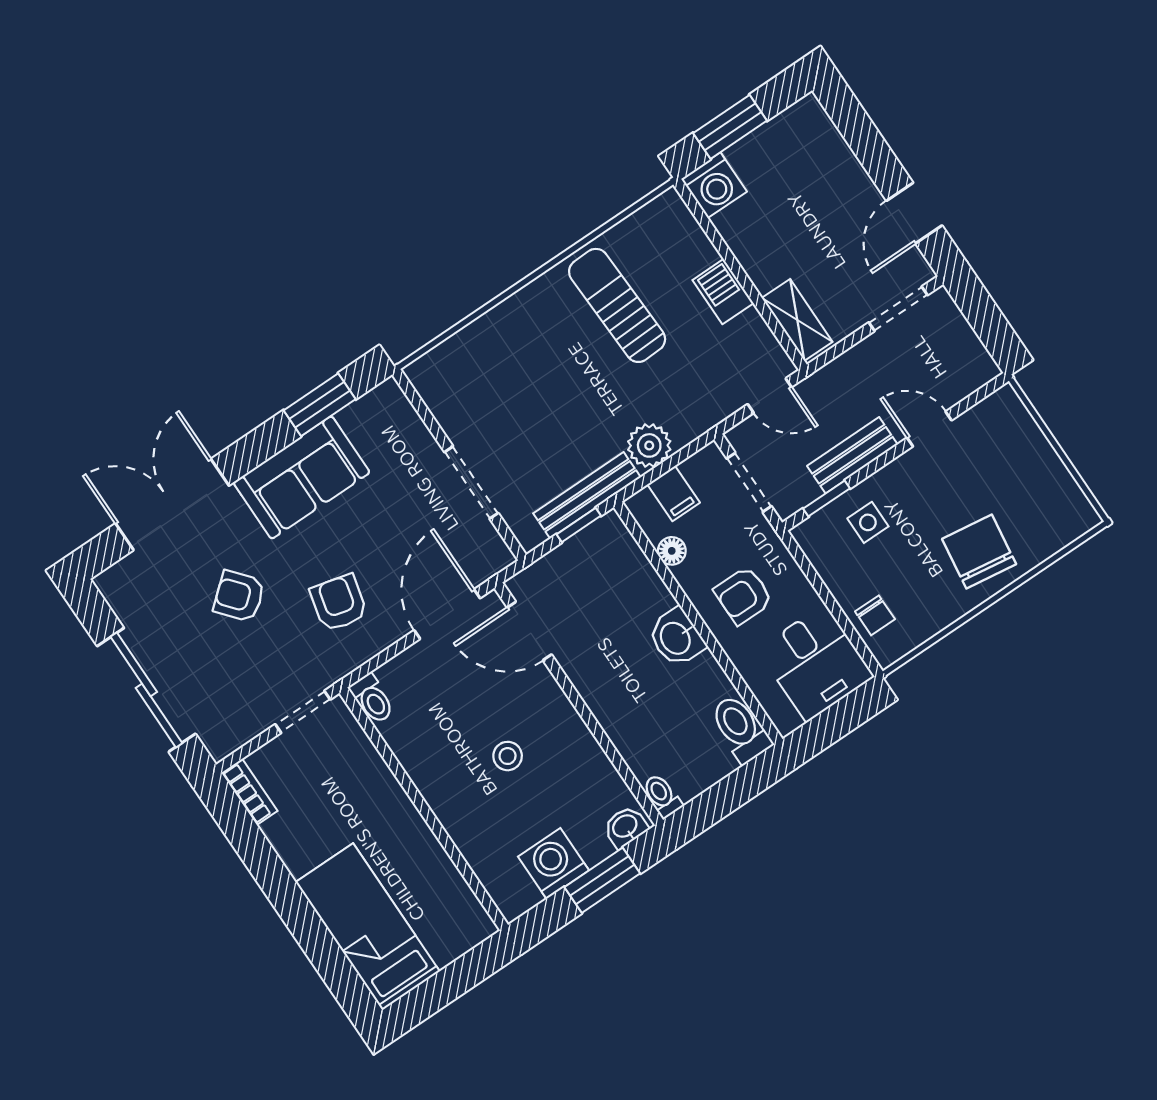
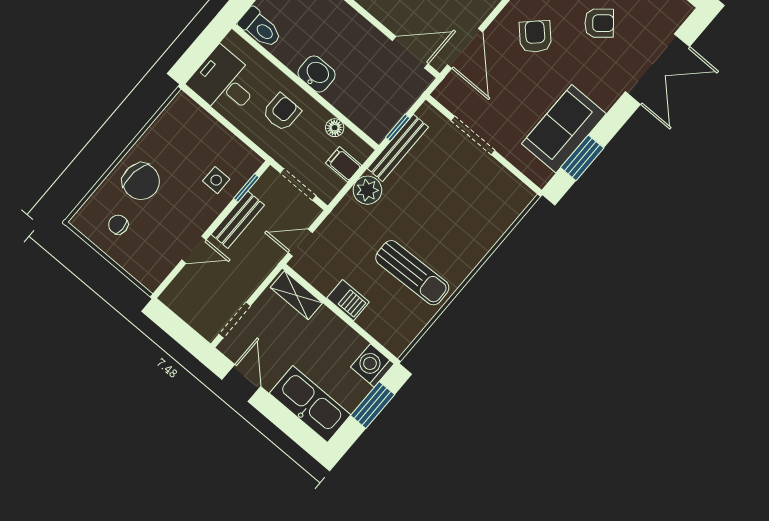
kitchen sink: (822, 154) -> (310, 404), added
sofa: (302, 477) -> (564, 129), moved
armchair: (339, 603) -> (535, 36), turned -148
chair: (875, 615) -> (118, 225), moved

